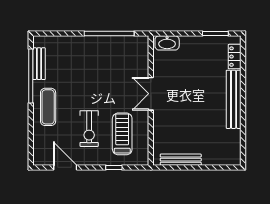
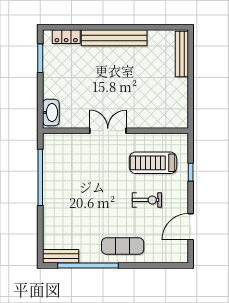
bench: (39, 64) -> (61, 256), moved
double door: (151, 94) -> (108, 131), swing flipped
exercise bike: (89, 129) -> (147, 200), width x0.73, depth x0.72
bench: (181, 160) -> (182, 54), moved

